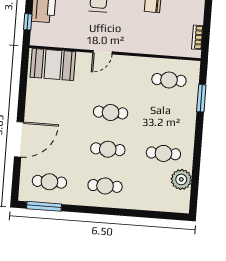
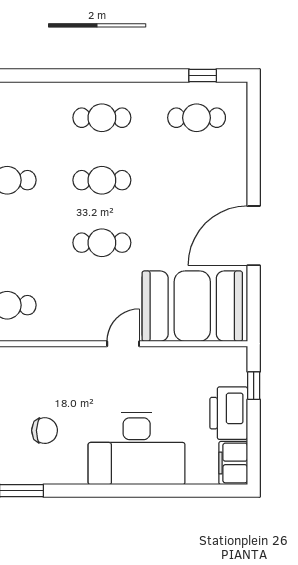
booth: (53, 64) -> (192, 306), width x1.36, depth x1.42
door: (19, 139) -> (254, 236), moved
window: (44, 206) -> (203, 75), width x0.46

